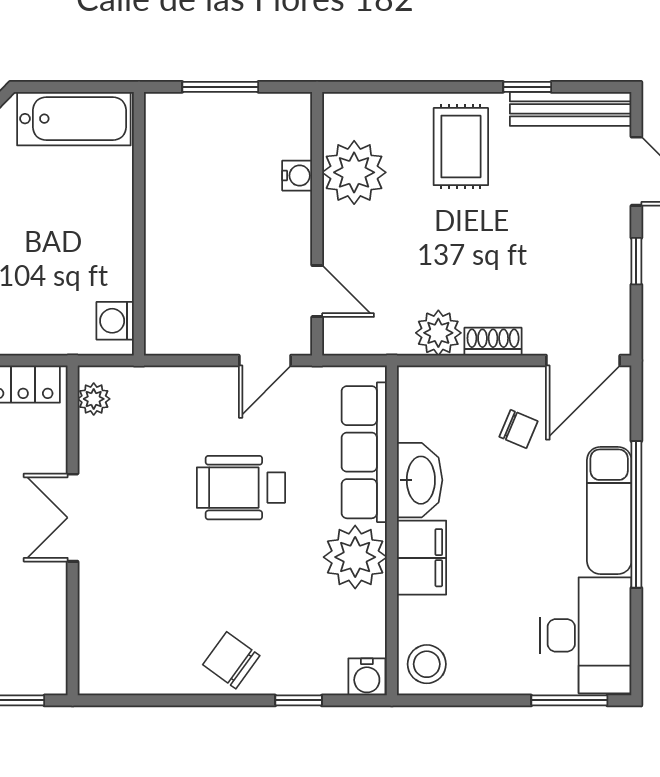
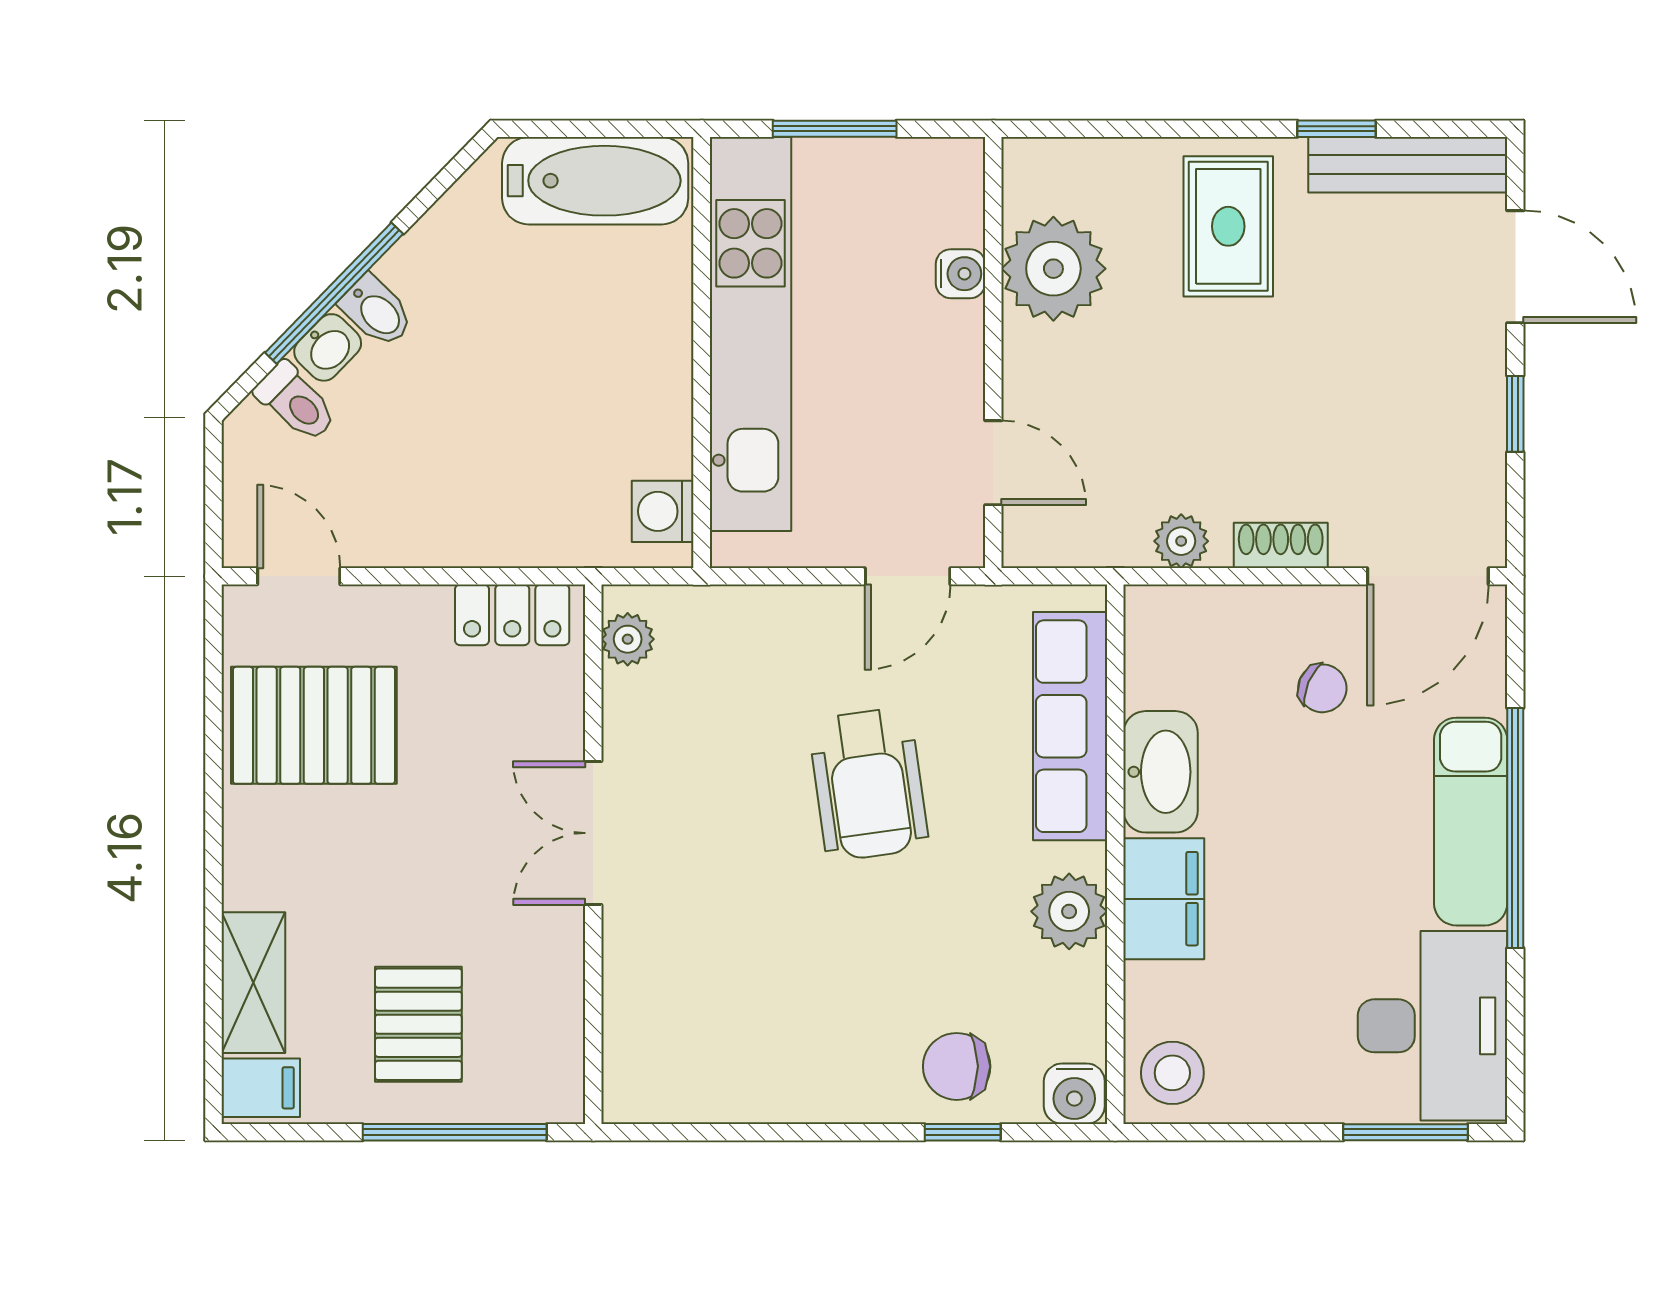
kitchen unit: (169, 212) -> (751, 334), added
plant: (438, 333) -> (1181, 541), width x0.73, depth x0.73
wheelchair: (241, 488) -> (868, 784), turned -98
plant: (355, 557) -> (1069, 911), width x0.73, depth x0.73
chair: (231, 660) -> (957, 1066), moved, turned -36

